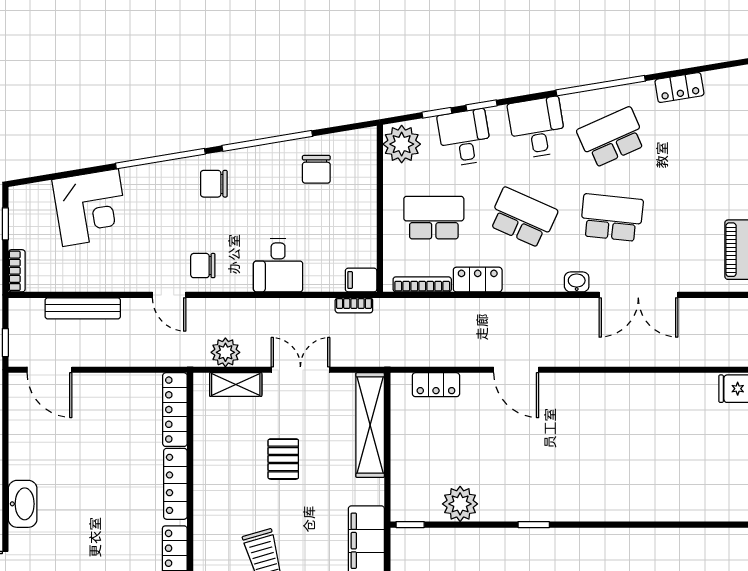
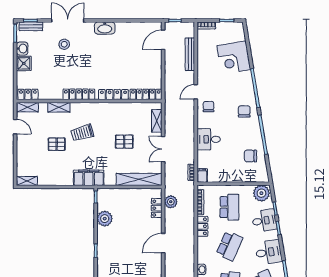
plant: (225, 352) -> (171, 202), moved
double door: (300, 370) -> (163, 149), swing flipped

